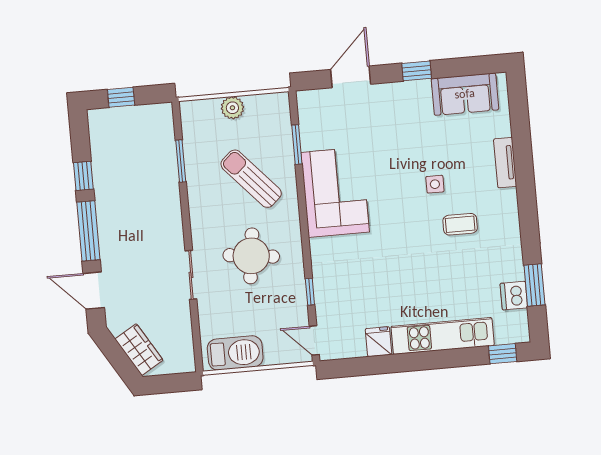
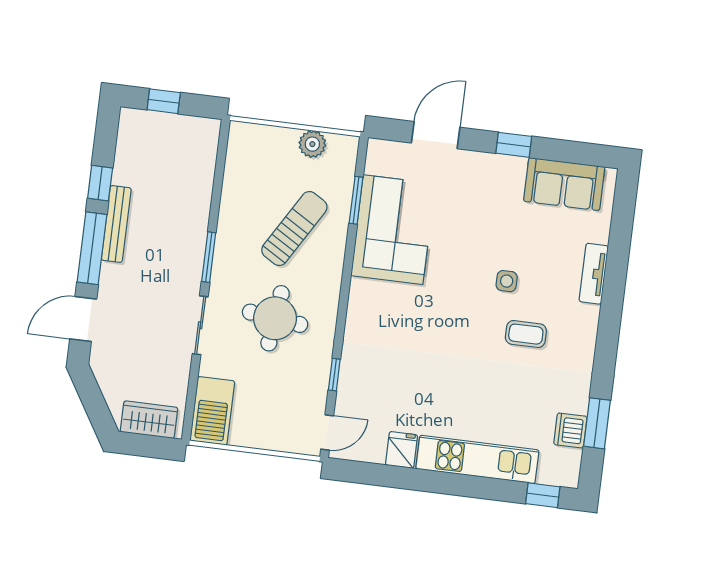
plant: (232, 108) -> (312, 144), moved
window: (181, 161) -> (209, 257), moved
sun lounger: (251, 179) -> (294, 229), turned 73
corner sofa: (335, 192) -> (393, 230), moved
bench: (104, 207) -> (116, 224), added
door: (94, 291) -> (83, 319), hinge flipped
door: (314, 340) -> (327, 432), swing flipped
wardrobe: (139, 350) -> (149, 420), moved, turned -59
barbecue: (235, 353) -> (212, 411), moved, turned 90

